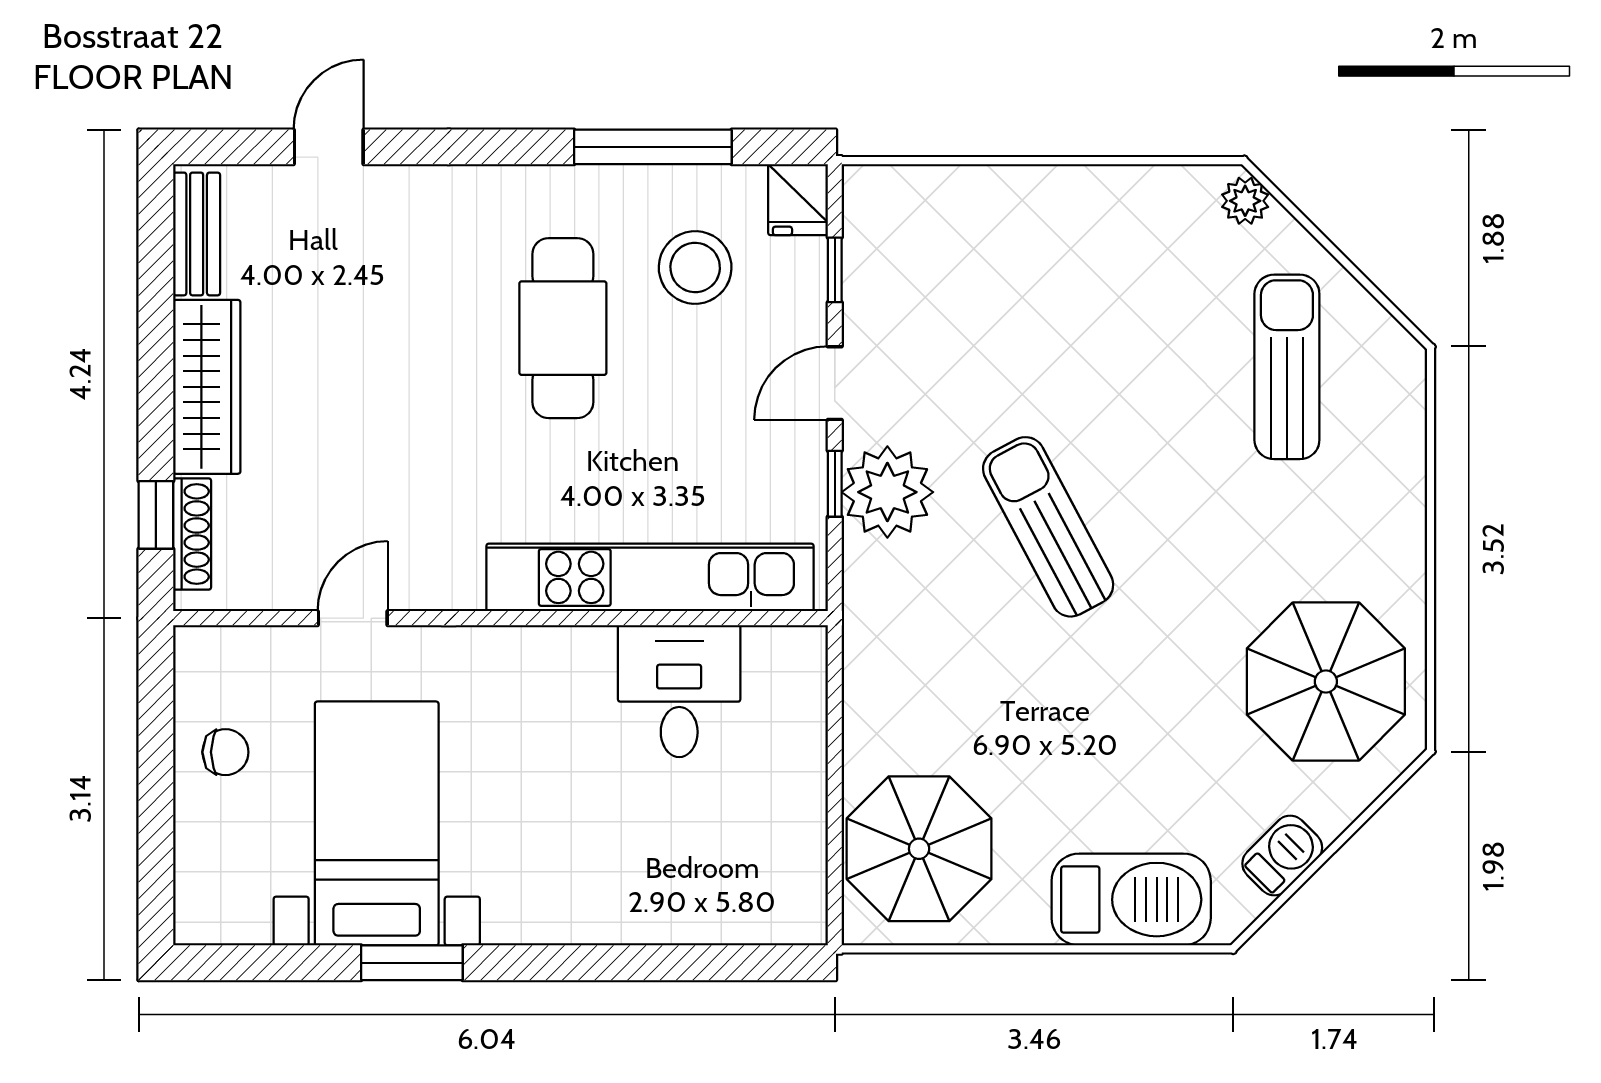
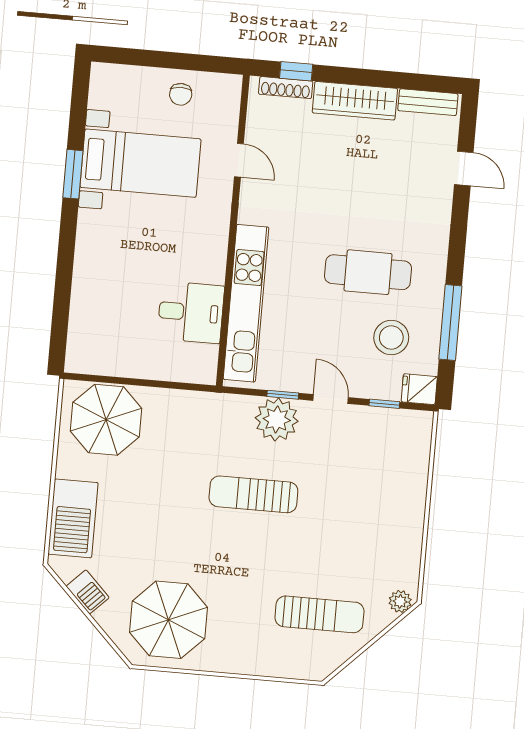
sun lounger: (1048, 527) -> (253, 494), turned -152

